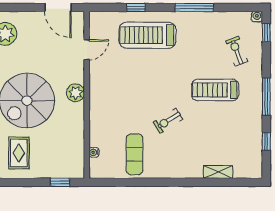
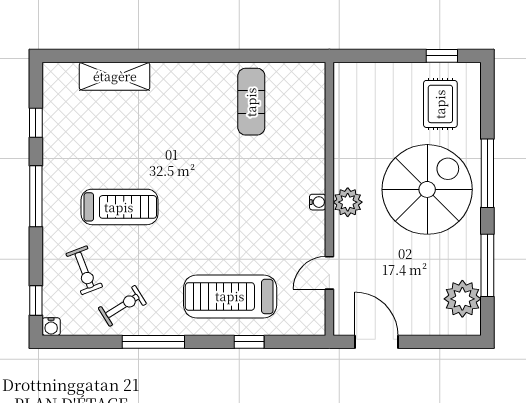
treadmill: (147, 35) -> (230, 296), turned 180
exercise bike: (168, 121) -> (122, 306), moved
water cooler: (94, 152) -> (318, 202), moved
shelving: (218, 172) -> (115, 76), width x1.50, depth x1.33
window: (60, 182) -> (442, 56), moved

